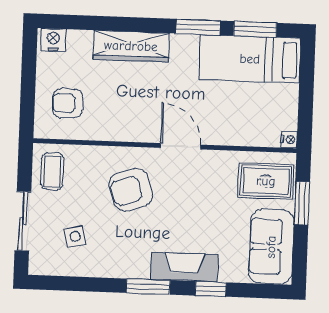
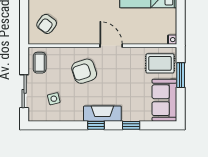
armchair: (68, 103) -> (47, 24), turned -53
fireplace: (184, 267) -> (102, 114), moved
window: (148, 287) -> (96, 125), width x0.67

